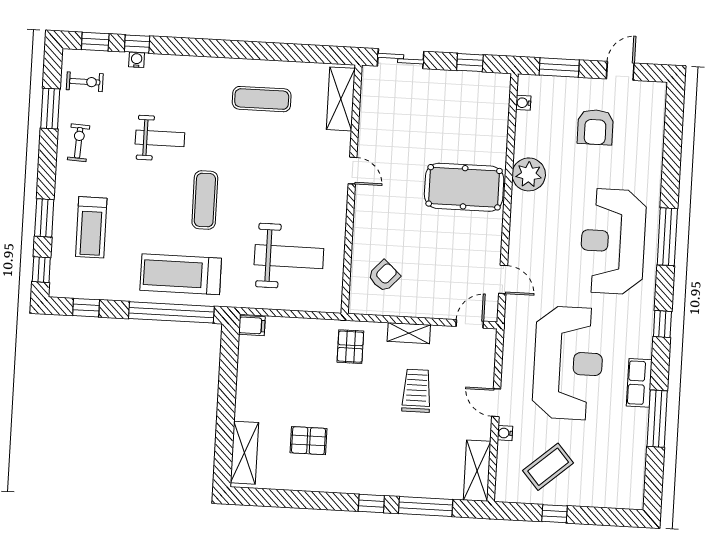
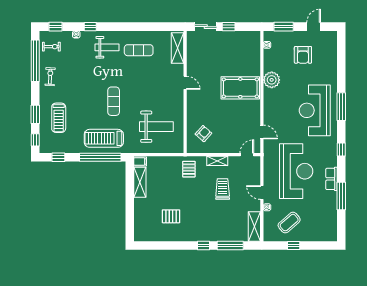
window: (137, 44) -> (90, 27), moved
window: (470, 63) -> (229, 27), moved
window: (50, 109) -> (35, 61), width x2.11
weight bench: (160, 138) -> (107, 47), moved
shelving: (244, 453) -> (140, 182), moved

